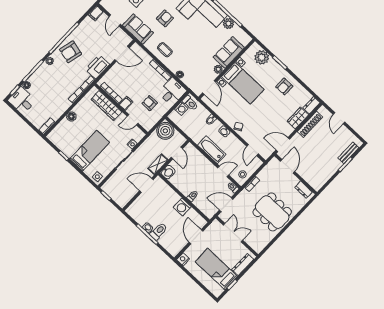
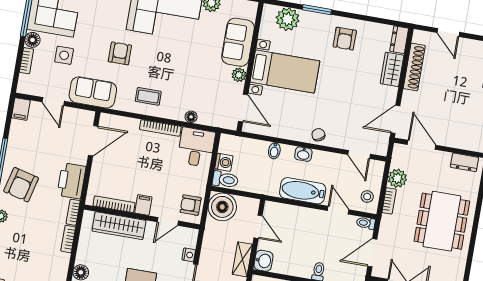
armchair: (150, 103) -> (191, 205), moved
toilet: (190, 103) -> (225, 180), moved
door: (223, 171) -> (338, 210), hinge flipped
plant: (264, 175) -> (397, 178), added
dining table: (272, 212) -> (442, 221), turned 90

